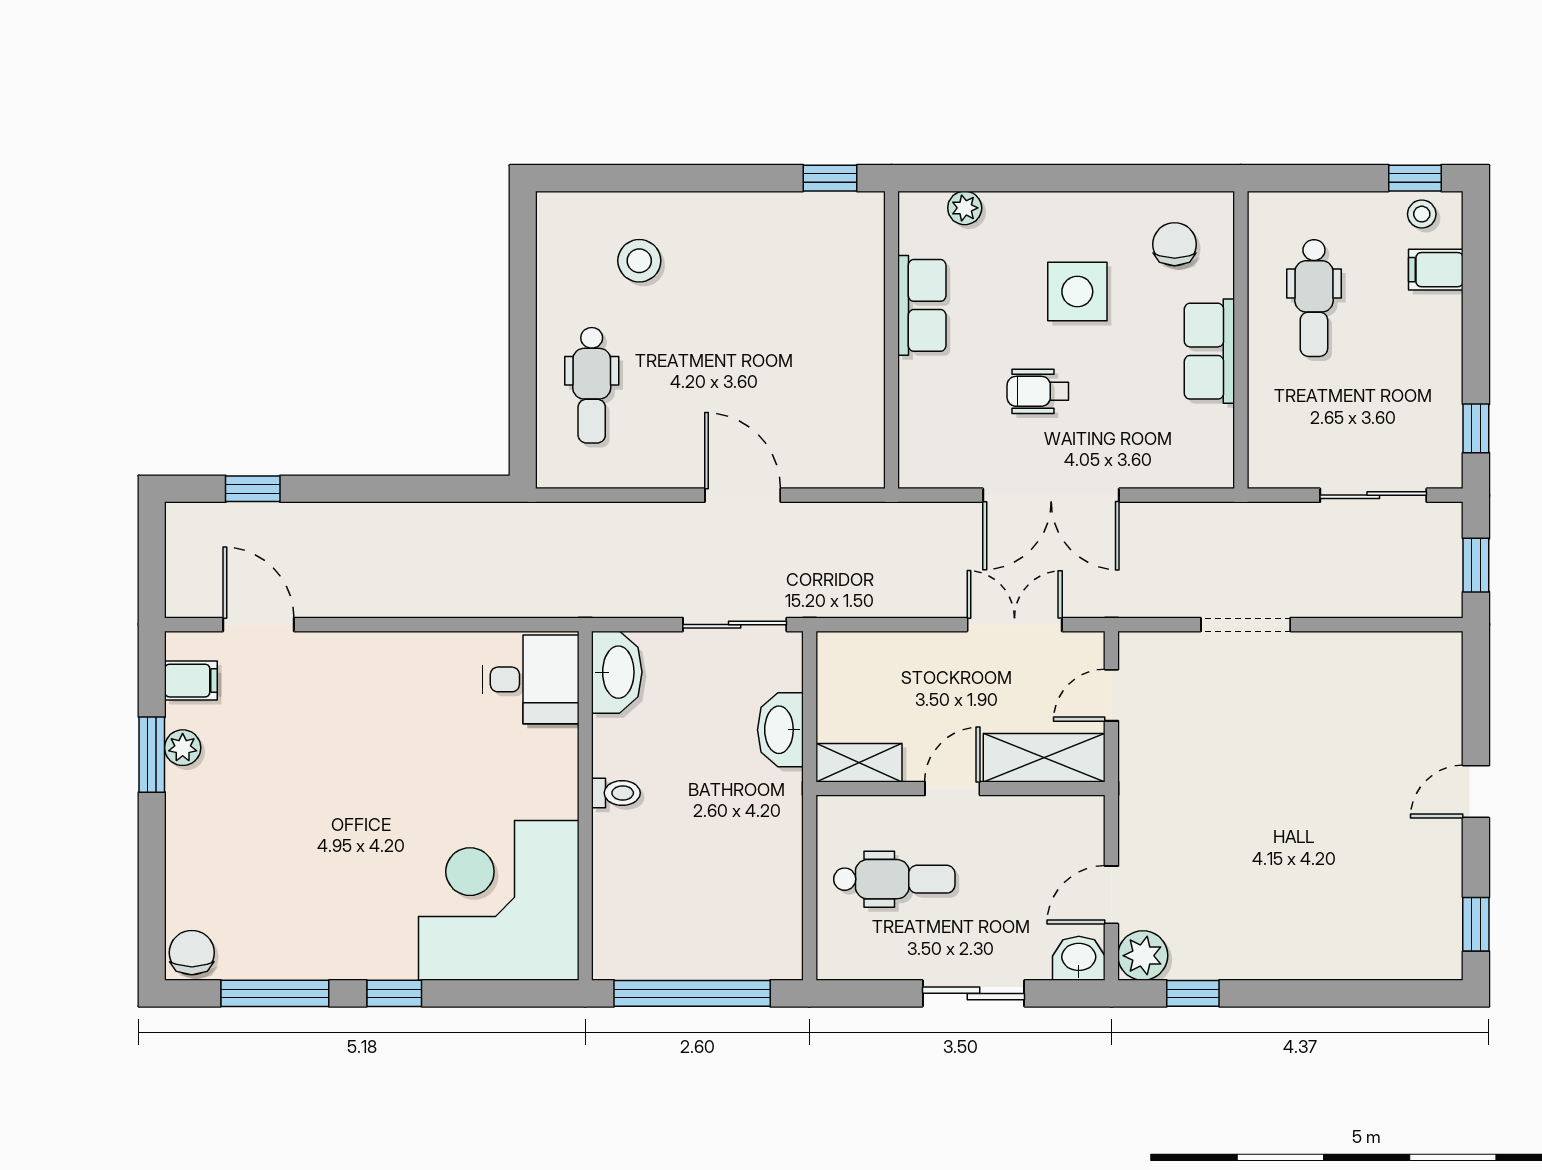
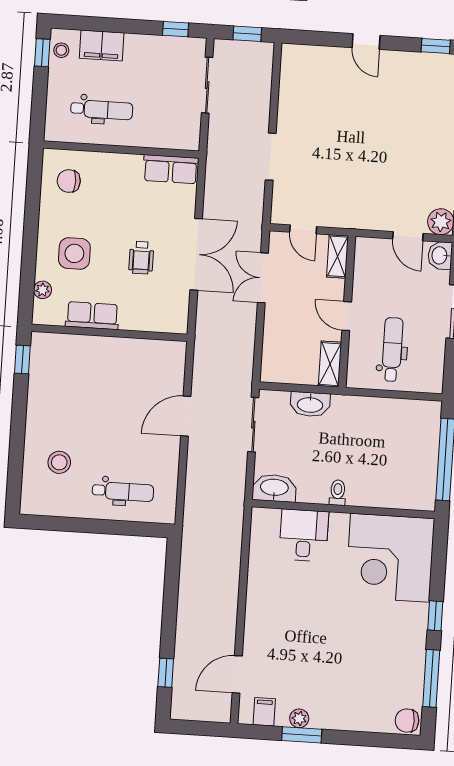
filing cabinet: (1436, 270) -> (102, 46), width x2.00
side table: (1077, 292) -> (74, 253), moved
row of seats: (1209, 351) -> (171, 169), moved
desk: (531, 679) -> (304, 535), moved
shelving: (1044, 758) -> (338, 256), width x0.67, depth x0.75

